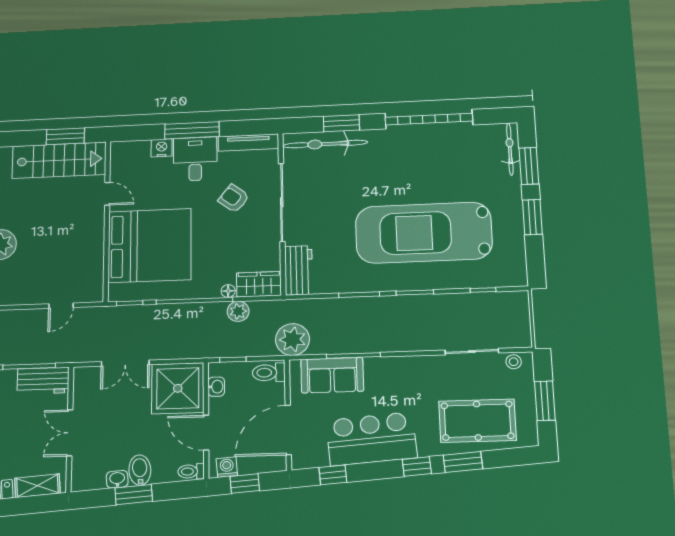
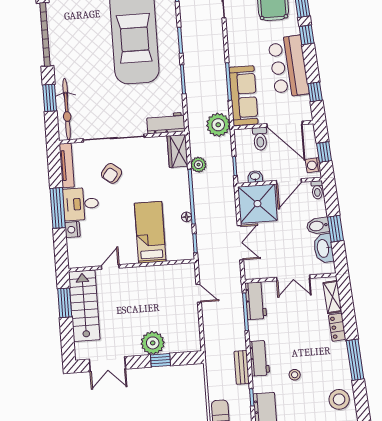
bed: (150, 246) -> (150, 232), width x0.49
floor lamp: (228, 291) -> (187, 217), moved
toilet: (269, 373) -> (260, 139), moved
sofa: (332, 375) -> (244, 96), width x1.36
washbasin: (117, 479) -> (323, 248), width x1.91, depth x1.45

